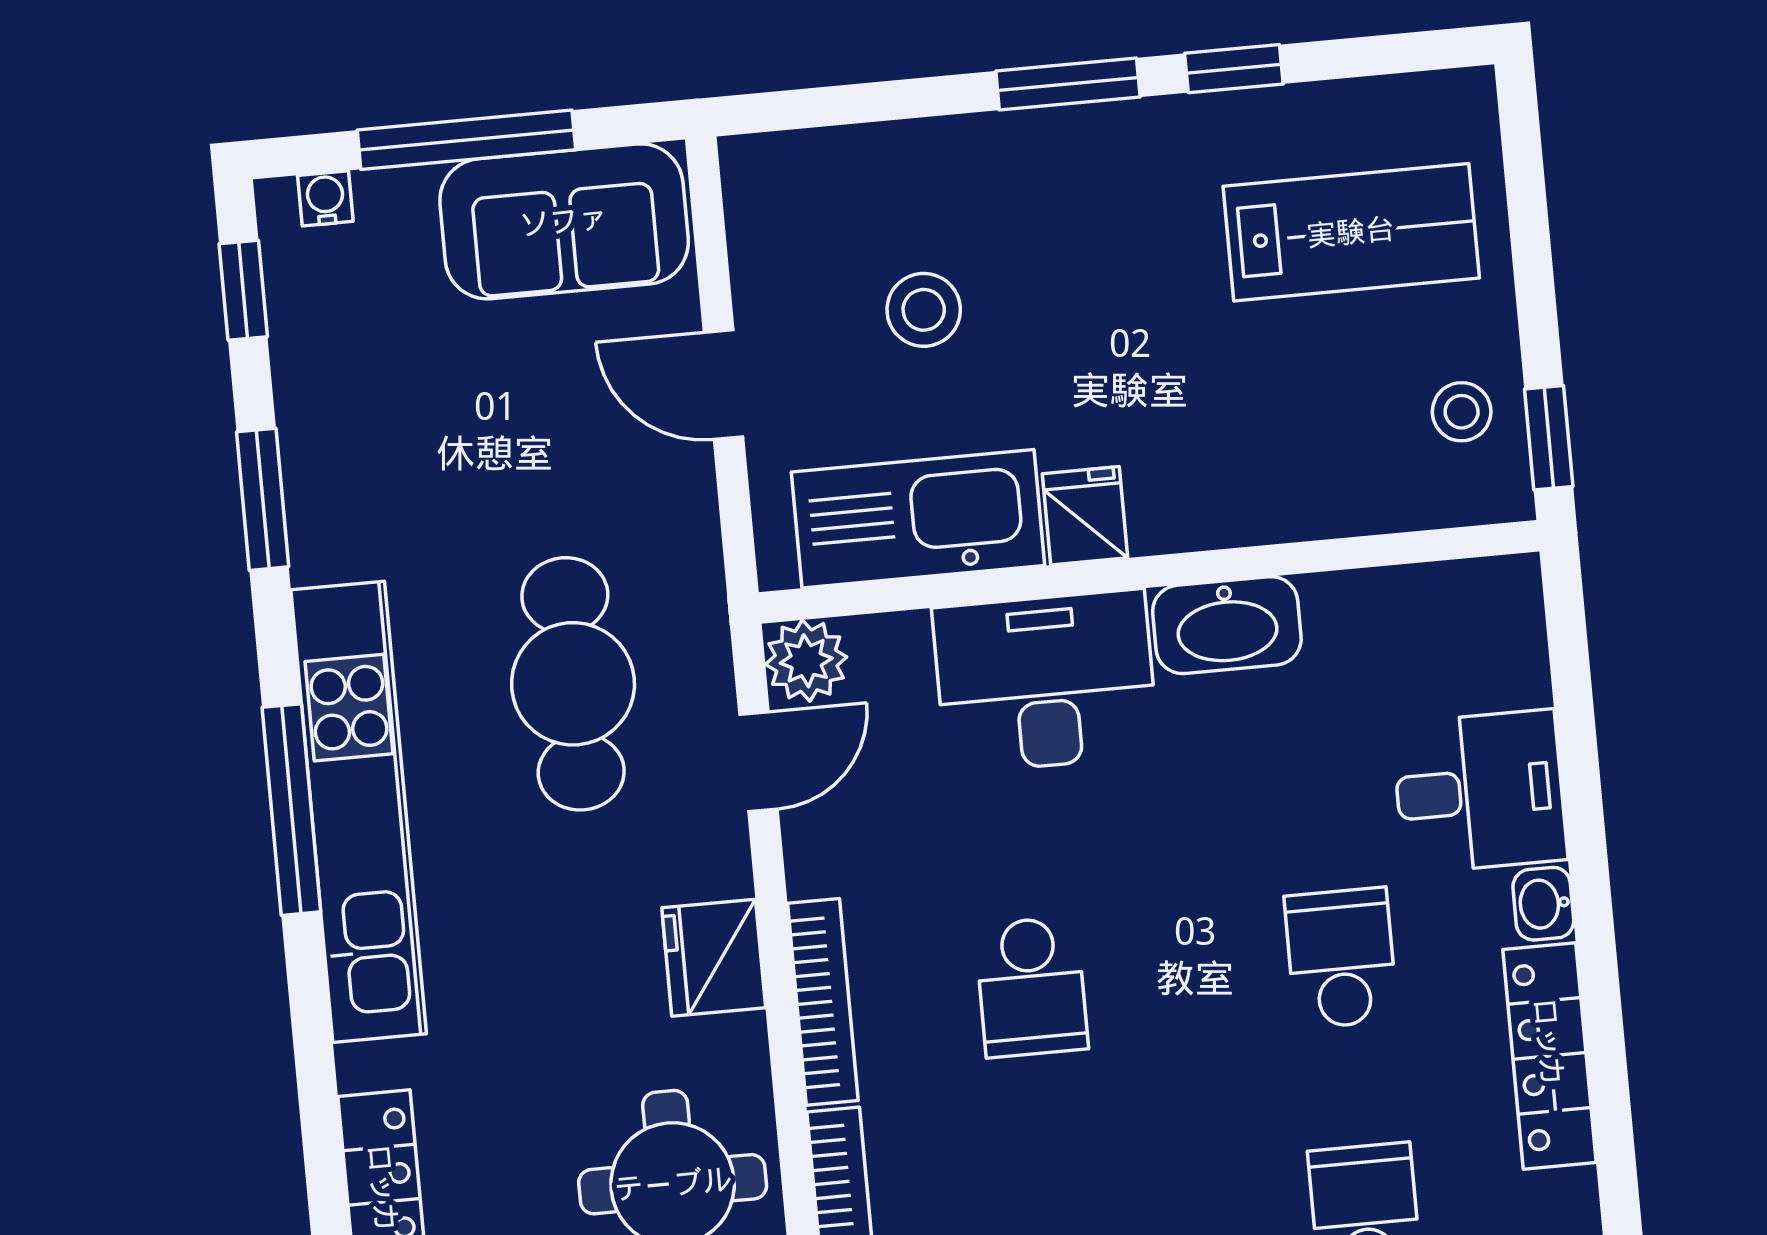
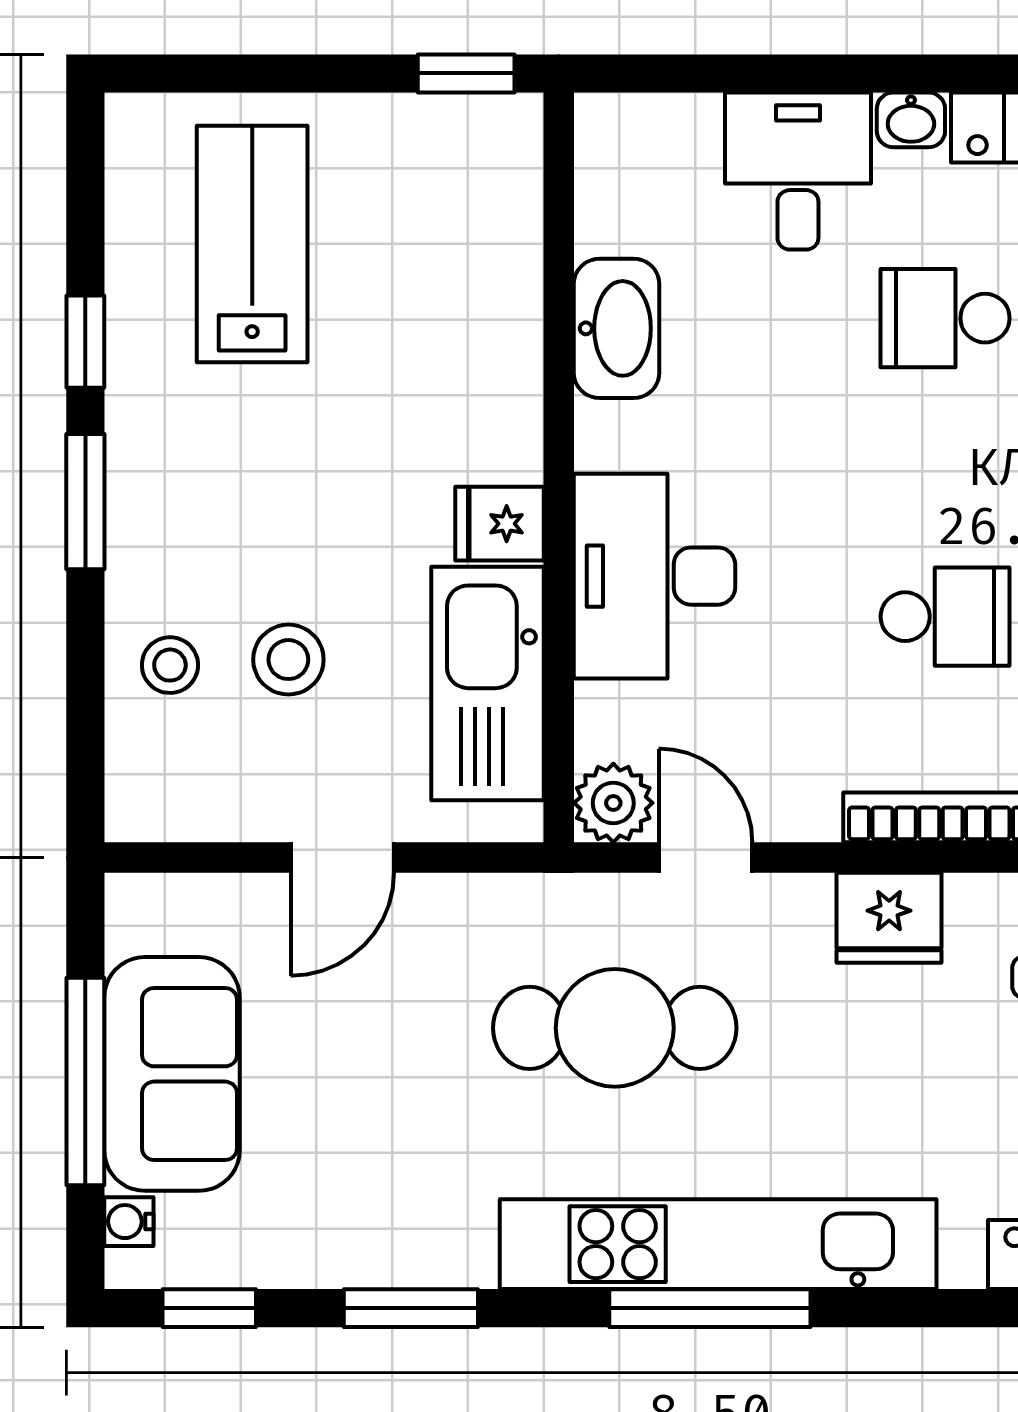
sofa: (564, 221) -> (172, 1074), moved
stool: (1462, 412) -> (170, 665), moved
washbasin: (1227, 625) -> (617, 328), moved

